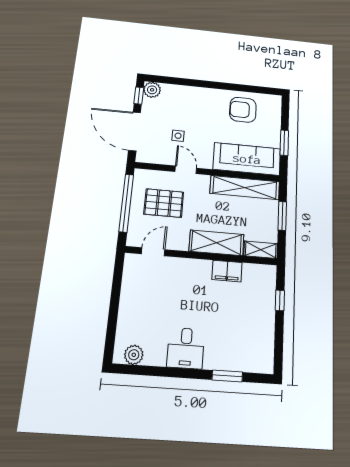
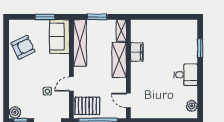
armchair: (243, 110) -> (23, 47), turned -115
sofa: (247, 159) -> (59, 37), width x0.73
pallet: (164, 203) -> (87, 106), moved, turned 90
window: (280, 300) -> (153, 17), removed

